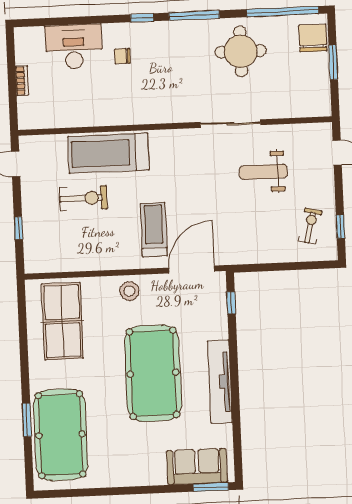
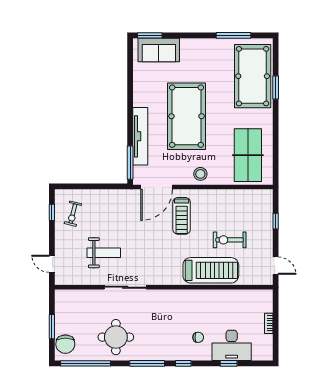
window: (77, 21) -> (229, 363), added
window: (231, 303) -> (130, 163), width x2.17
tv unit: (220, 382) -> (140, 136), moved
window: (90, 492) -> (234, 35), added

